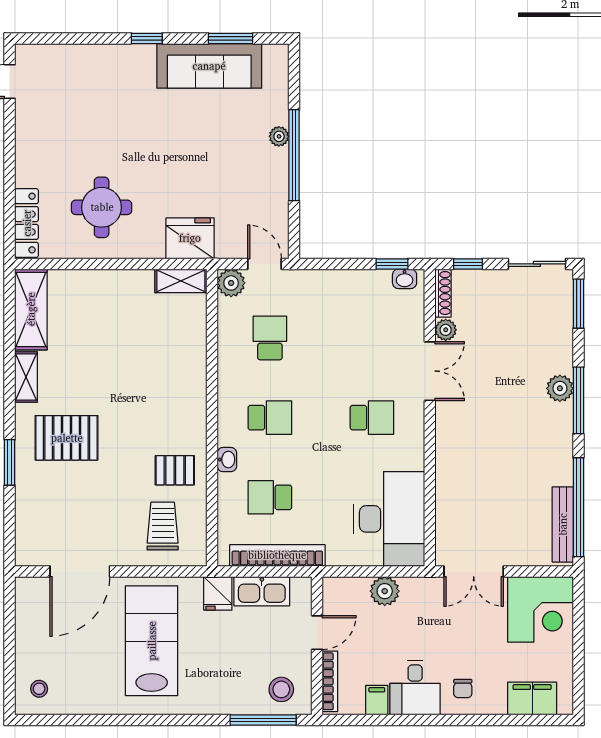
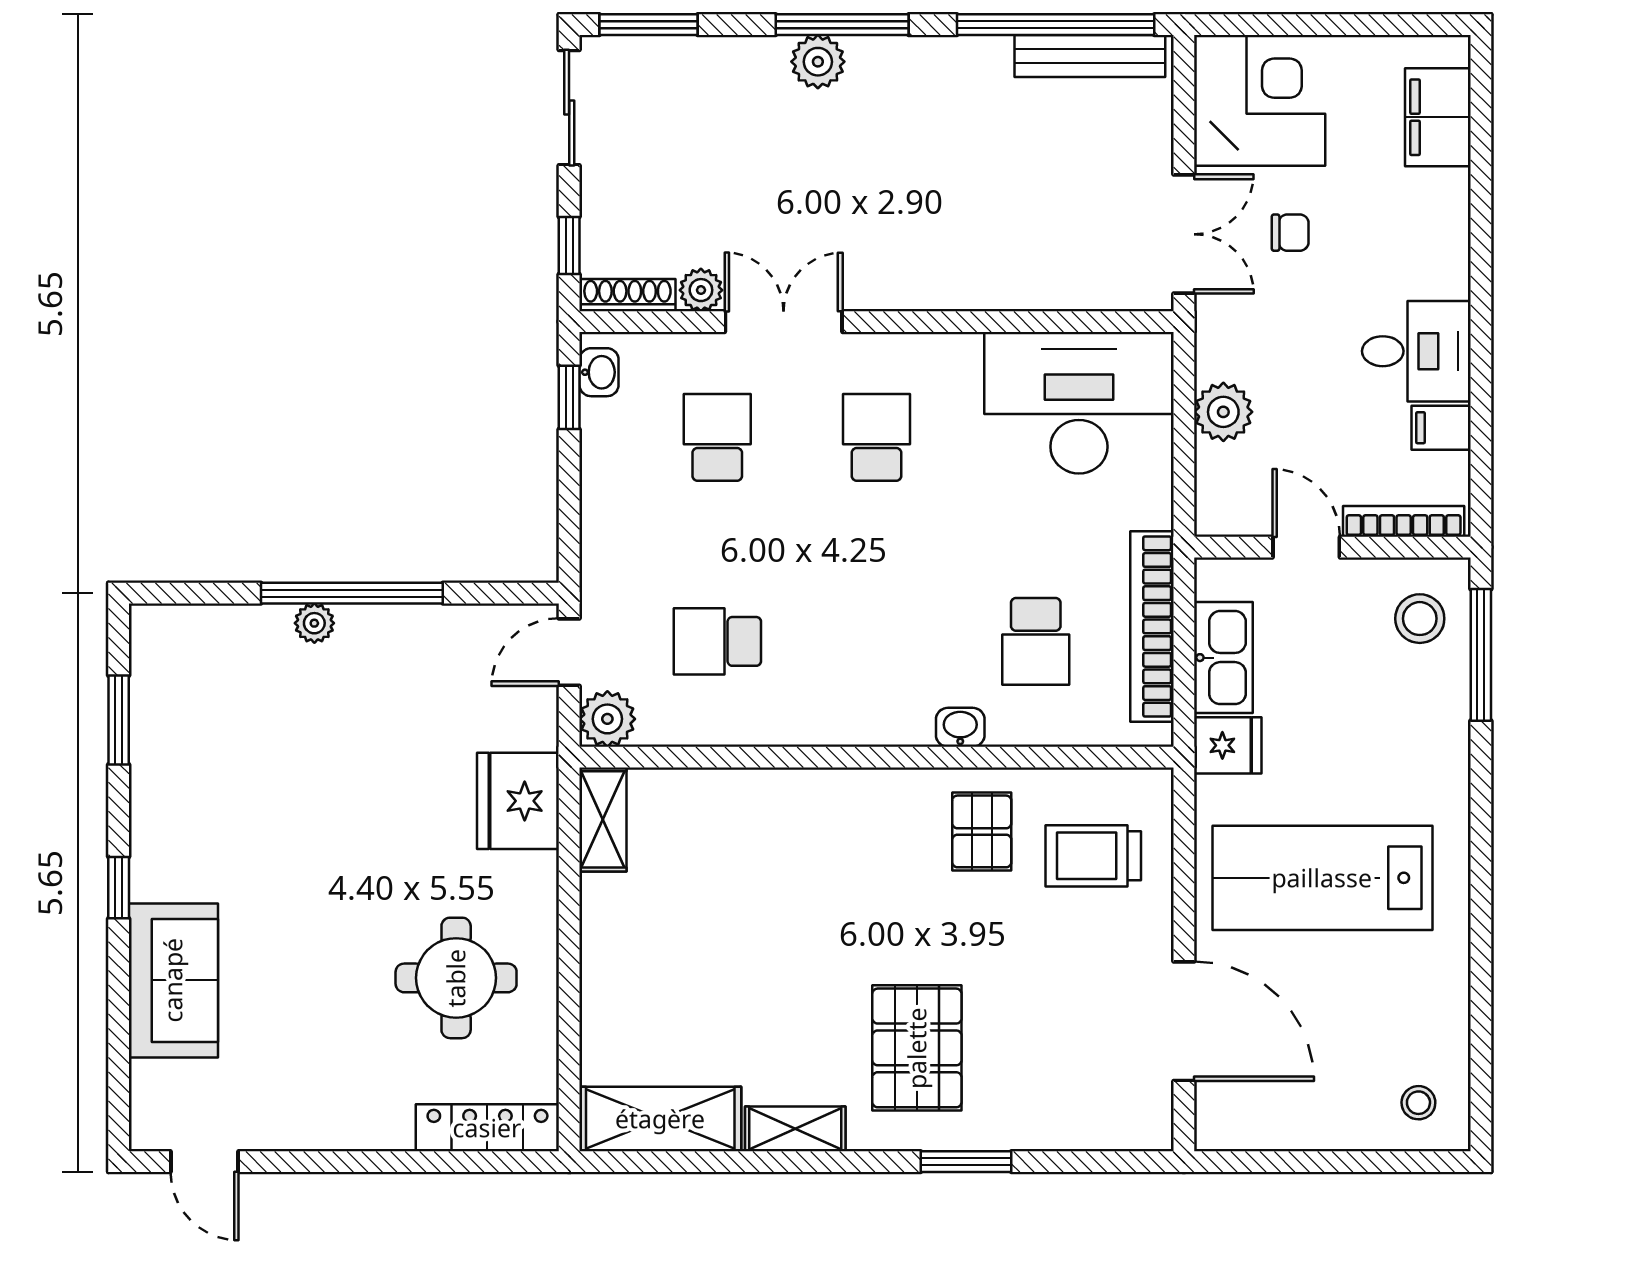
sofa: (209, 66) -> (173, 980), moved, width x0.73
school desk: (270, 418) -> (717, 437), moved
chair: (463, 689) -> (1290, 233), moved

